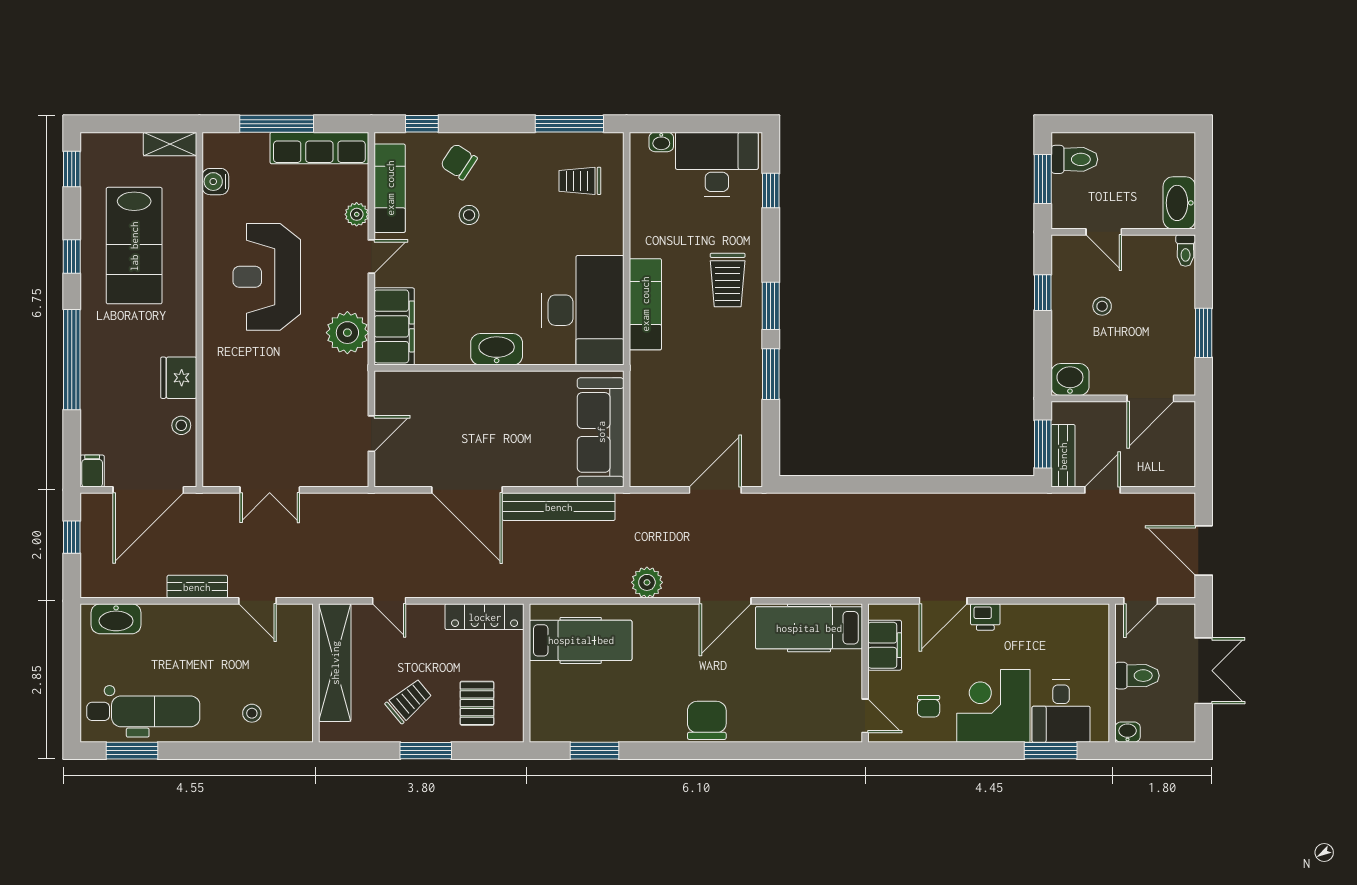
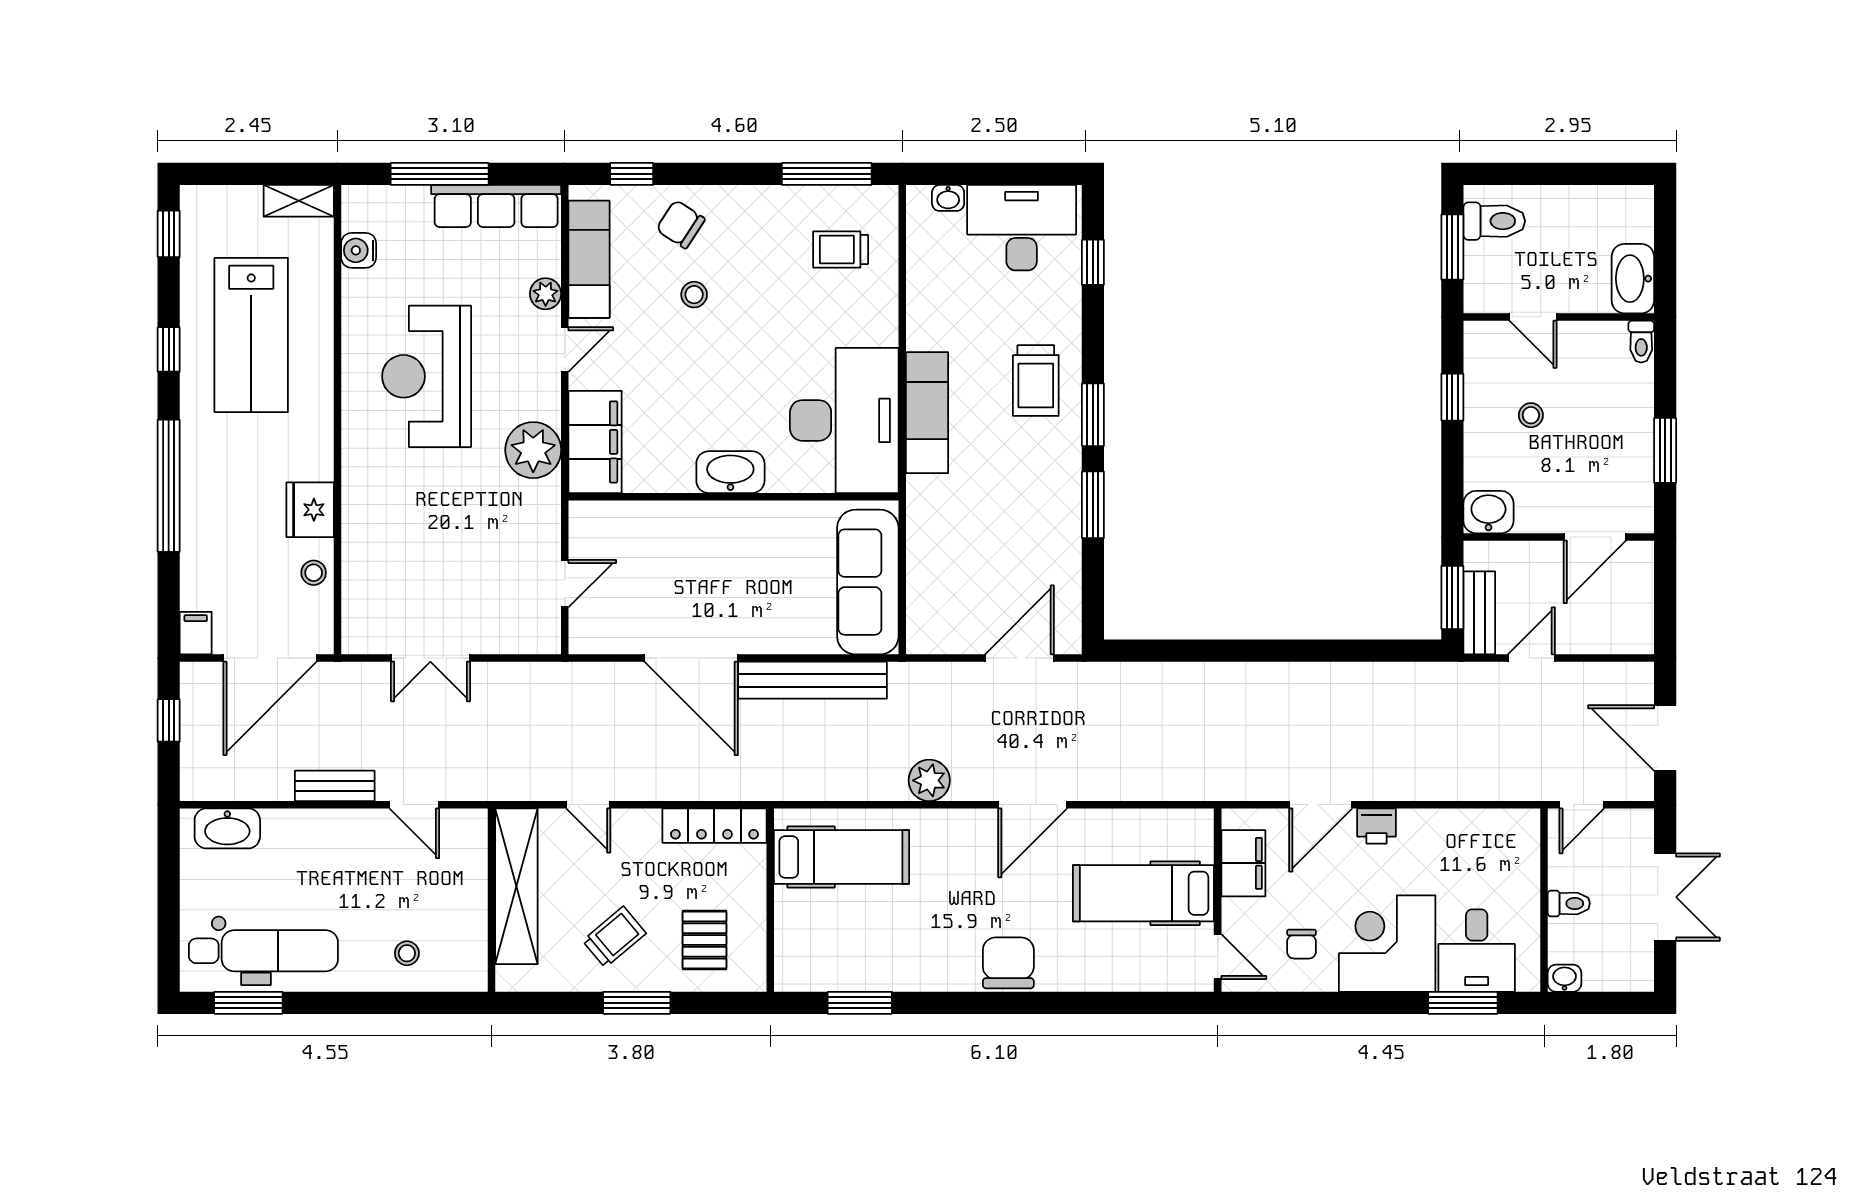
hospital bed: (809, 628) -> (1143, 893), moved
toilet: (1137, 676) -> (1569, 903), width x0.73, depth x0.72

